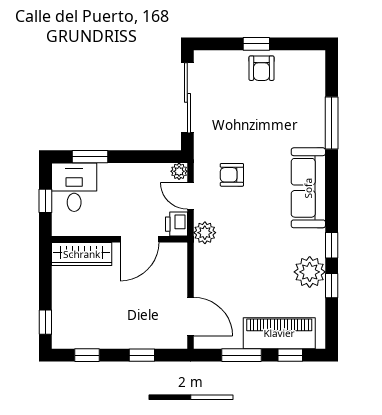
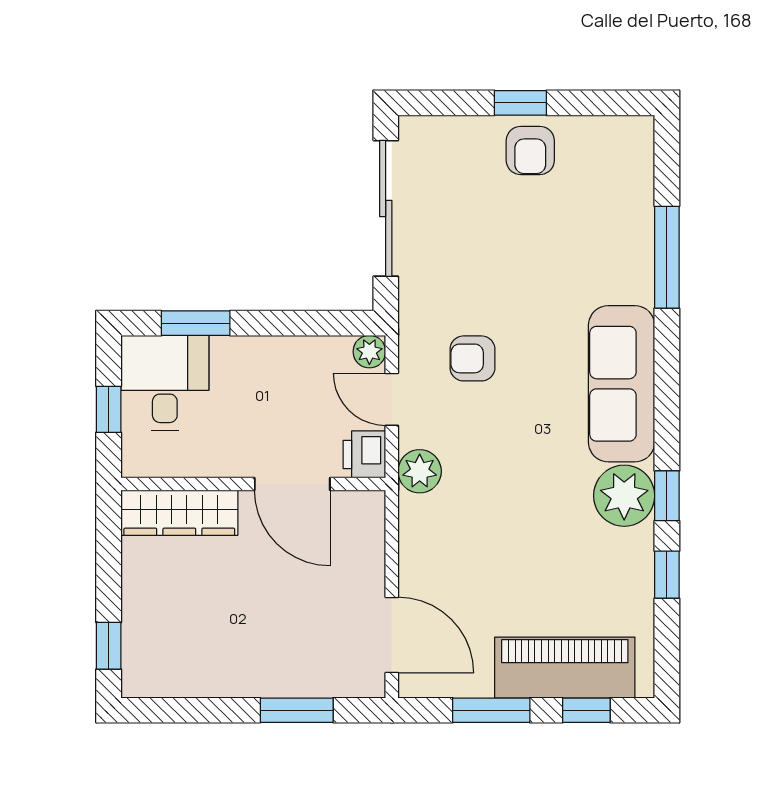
door: (139, 239) -> (292, 484), hinge flipped
plant: (310, 272) -> (624, 496), moved
window: (87, 355) -> (190, 710), removed
window: (142, 355) -> (297, 710), width x1.50

